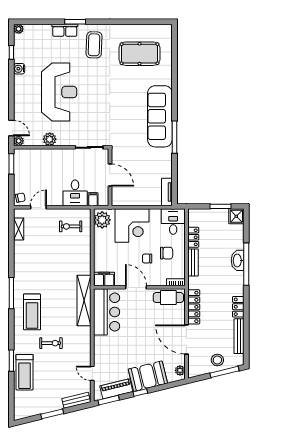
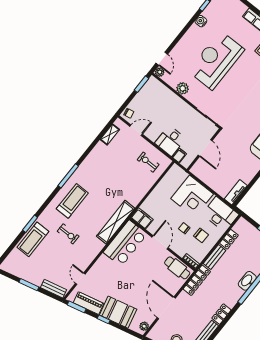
reception desk: (59, 92) -> (216, 60), turned 180
plant: (102, 220) -> (174, 175), removed
desk: (173, 222) -> (220, 214), width x1.37
locker: (194, 307) -> (197, 280), moved
treadmill: (32, 312) -> (72, 201), turned 180

